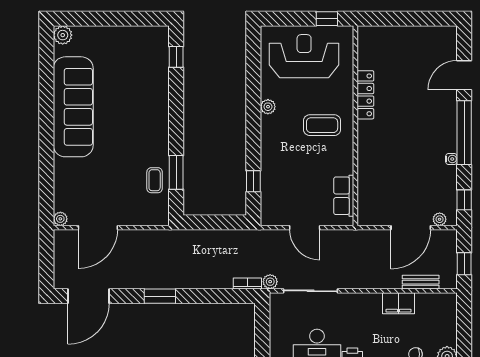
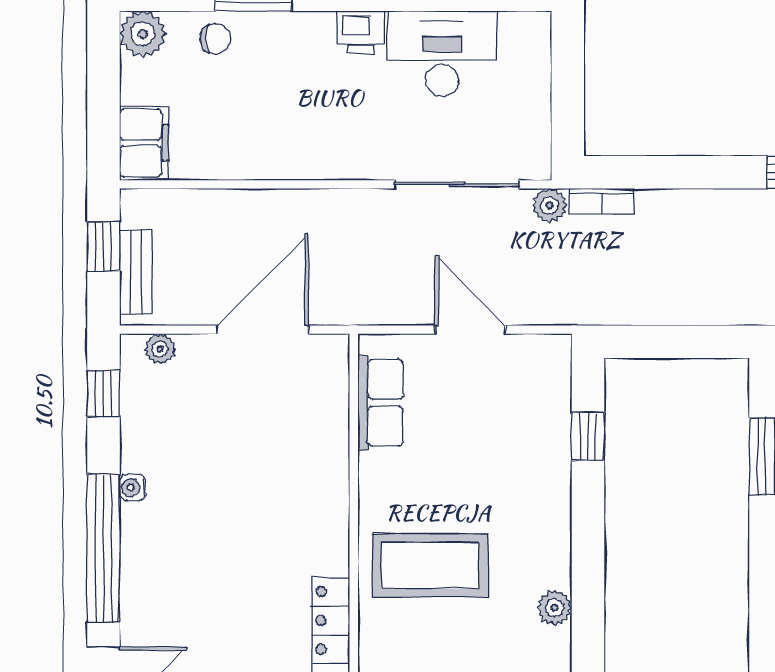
coffee table: (322, 125) -> (430, 565), width x1.36, depth x1.32
door: (411, 228) -> (263, 330), moved
bench: (421, 282) -> (136, 272), moved, turned 90
filing cabinet: (399, 303) -> (144, 143), moved, turned 90

